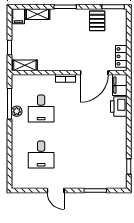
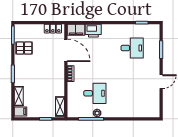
desk: (41, 155) -> (132, 48), moved

